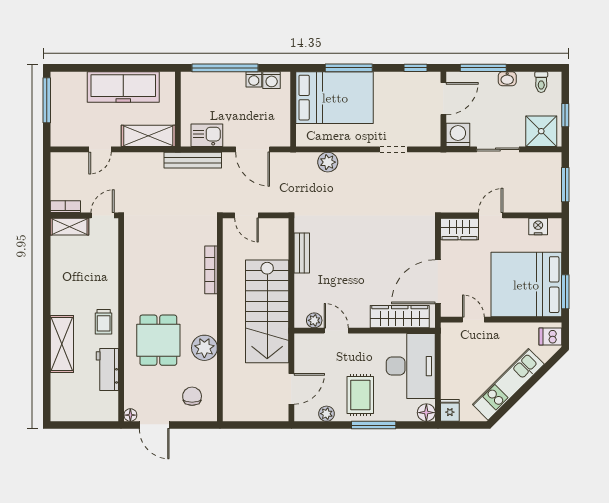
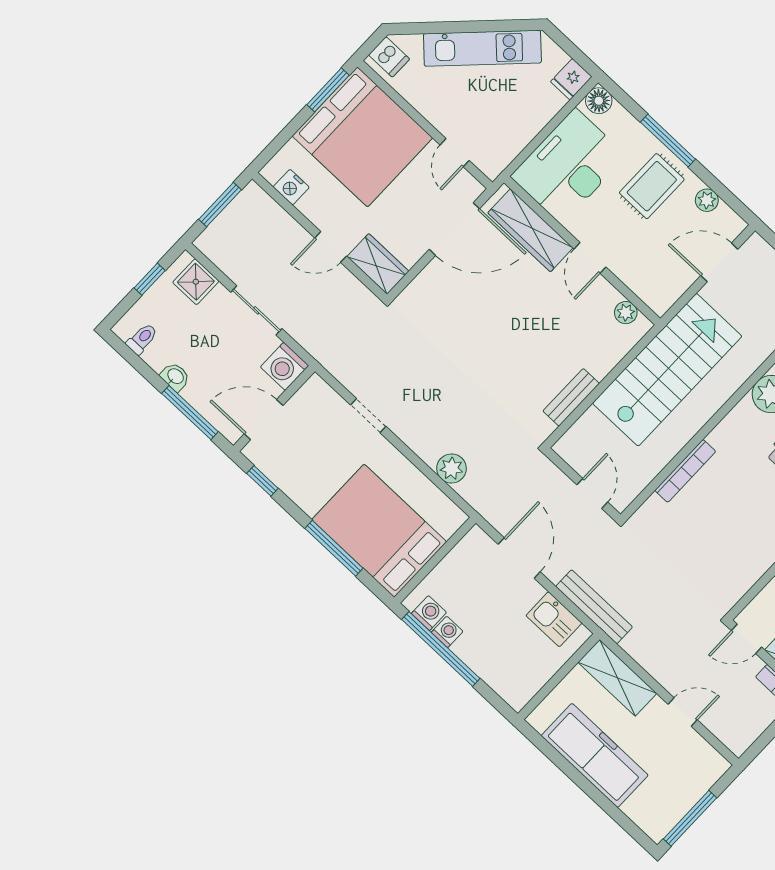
window: (225, 68) -> (441, 649), moved
shower: (541, 131) -> (196, 282), width x0.73, depth x0.73
door: (336, 331) -> (590, 258), moved

